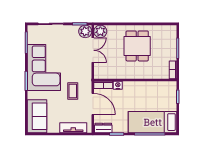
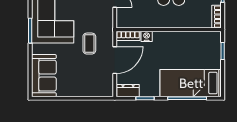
door: (93, 104) -> (115, 60), hinge flipped
tv unit: (73, 128) -> (90, 90), removed

